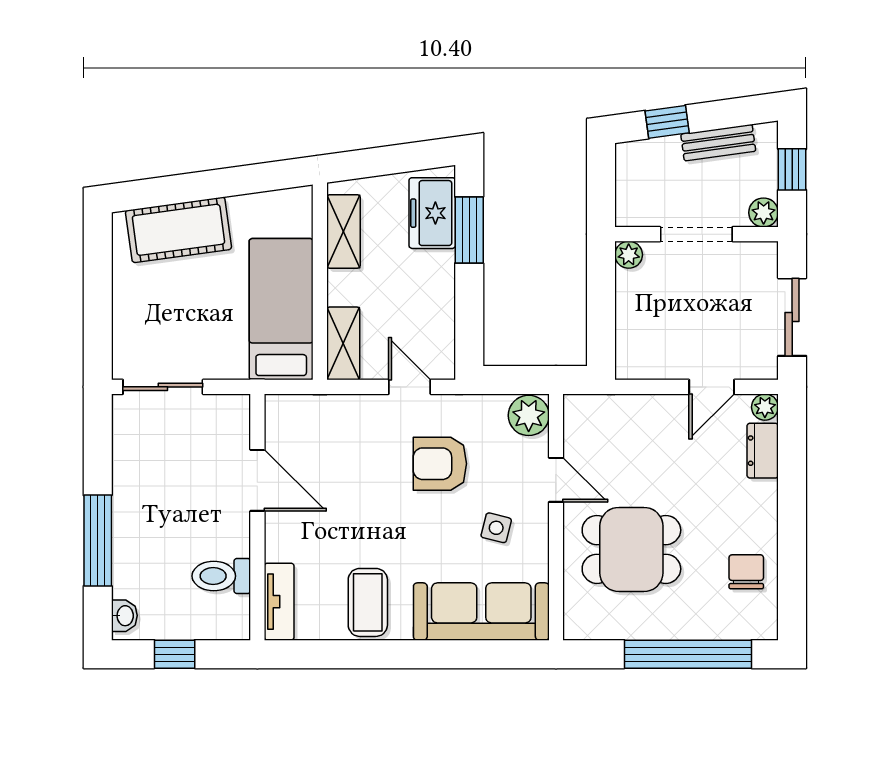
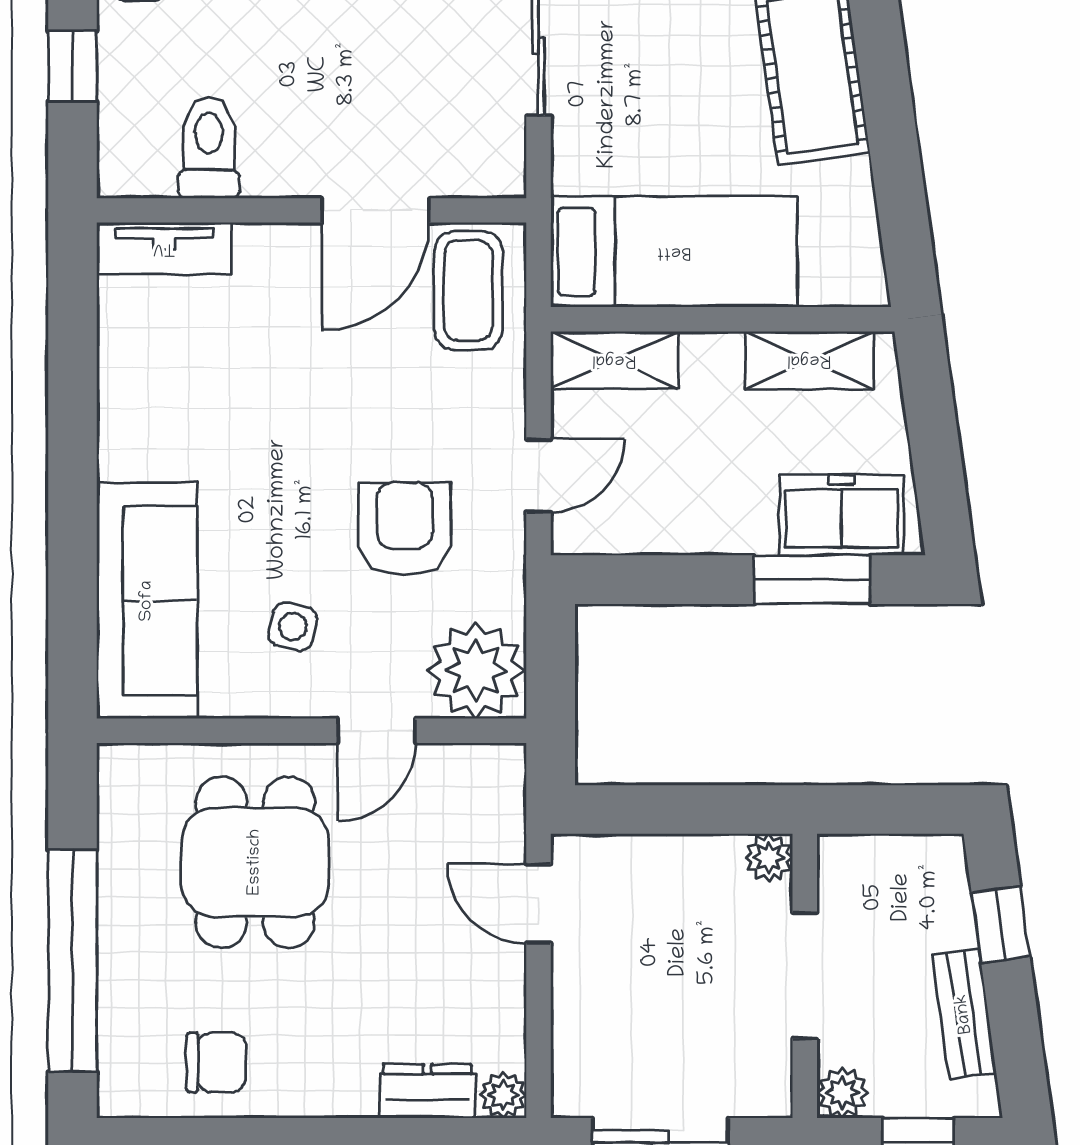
door: (712, 387) -> (539, 904), moved
plant: (529, 415) -> (476, 670), width x1.36, depth x1.36
coffee table: (368, 602) -> (468, 291), moved, turned 90

